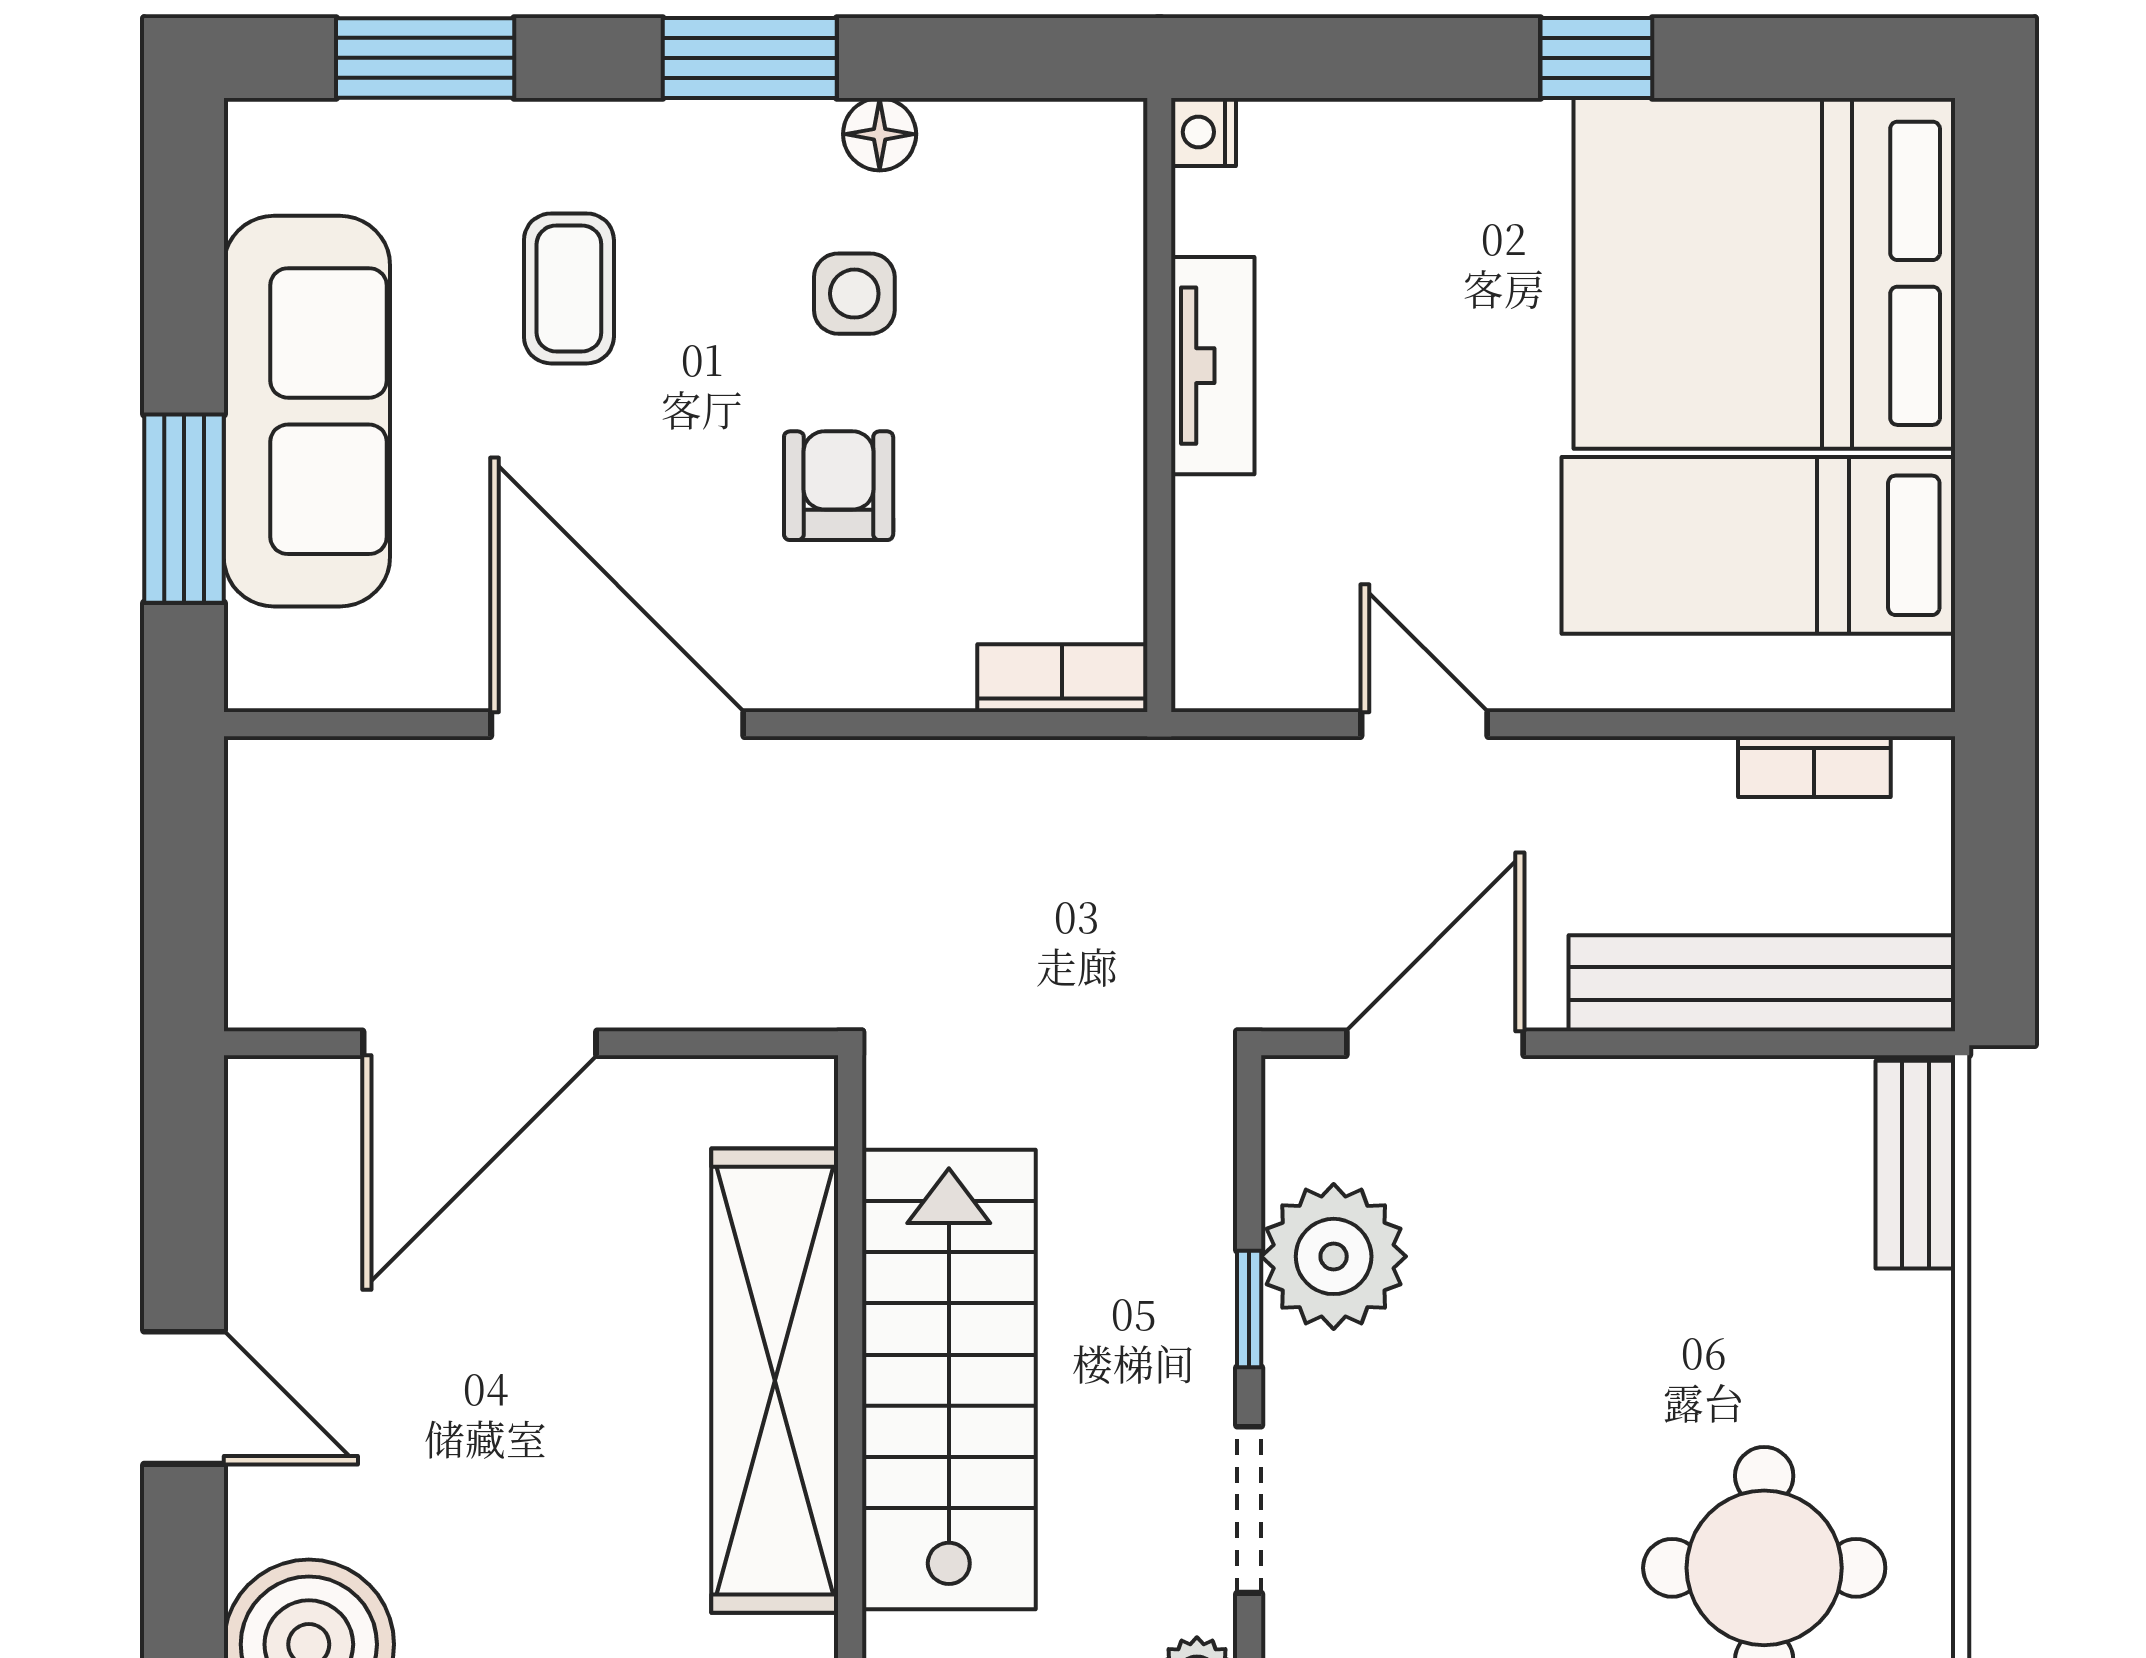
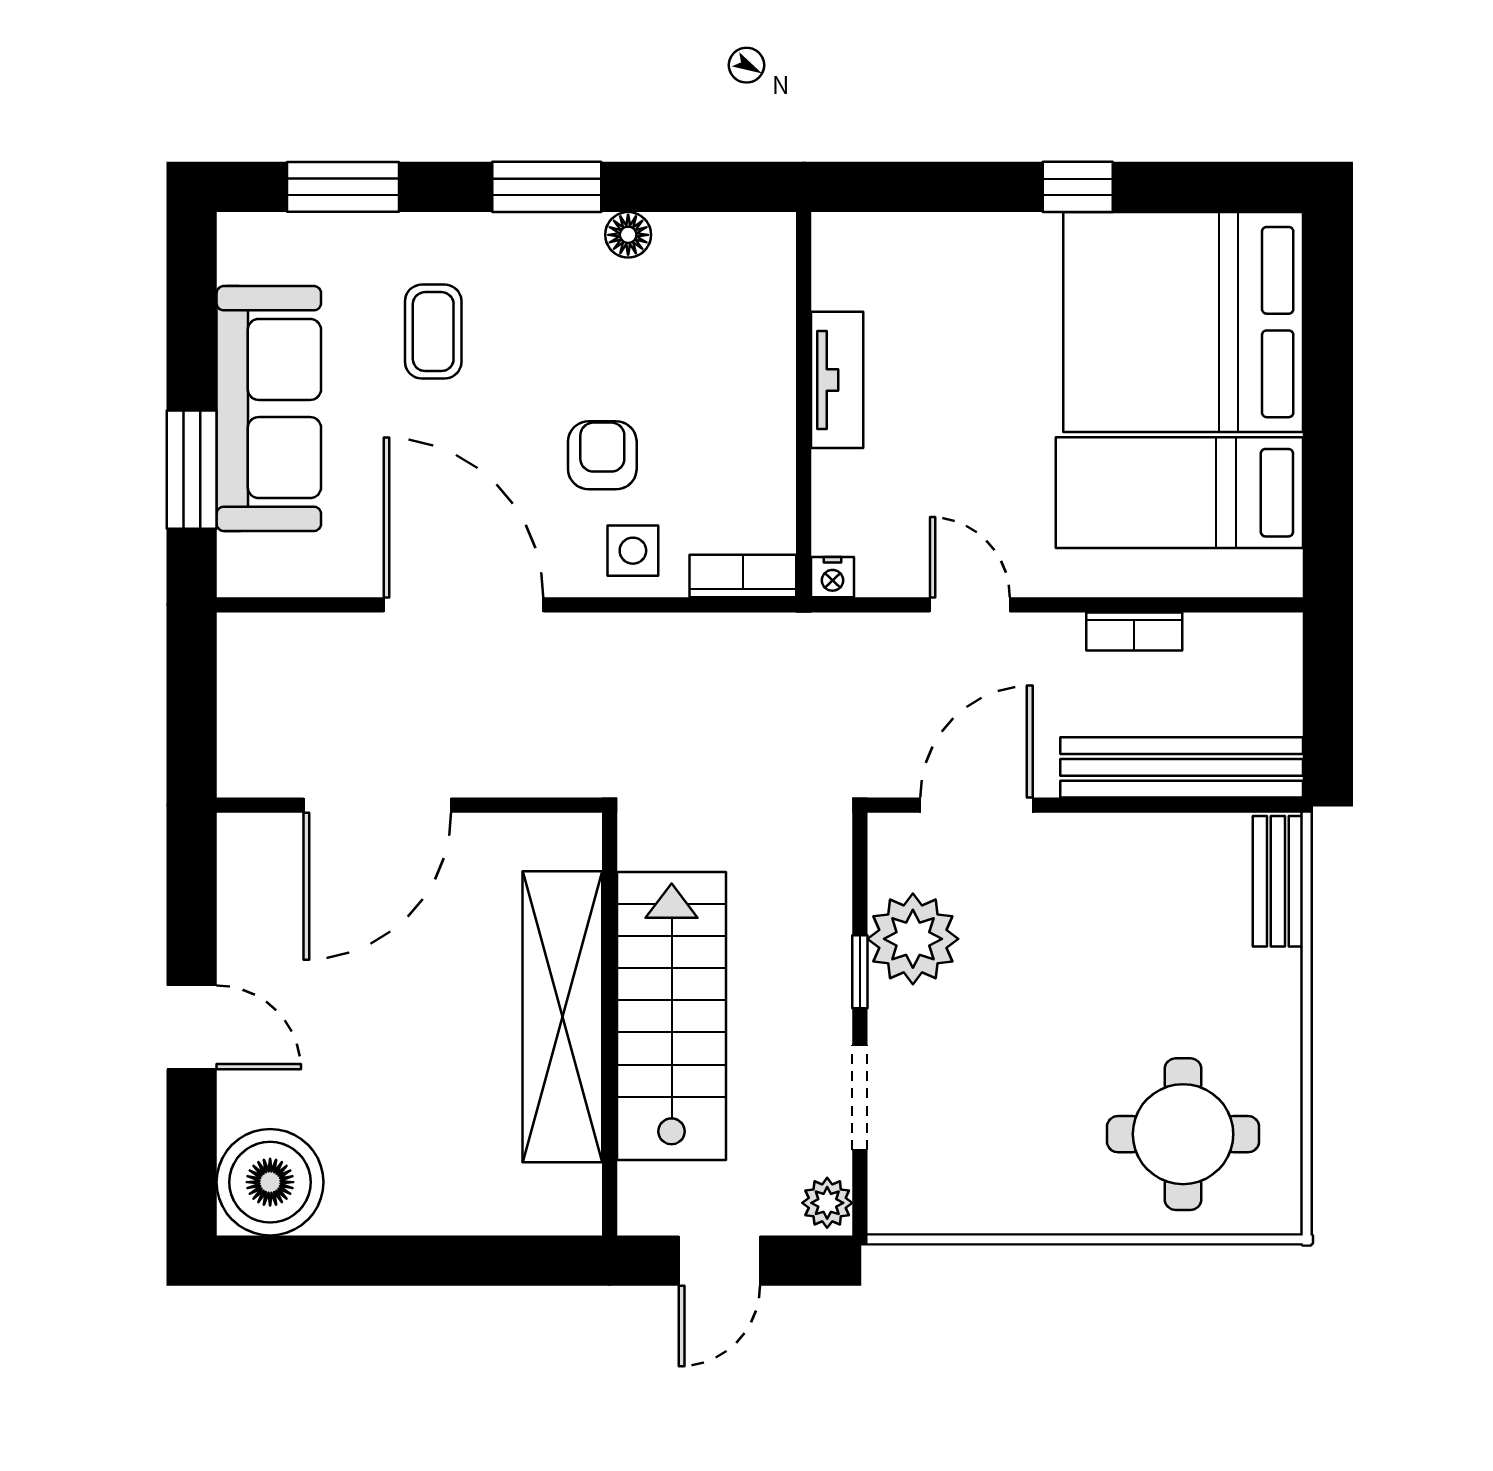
nightstand: (1204, 132) -> (832, 577), moved, turned -90
side table: (854, 294) -> (633, 551), moved
bookcase: (1814, 767) -> (1134, 632), moved

